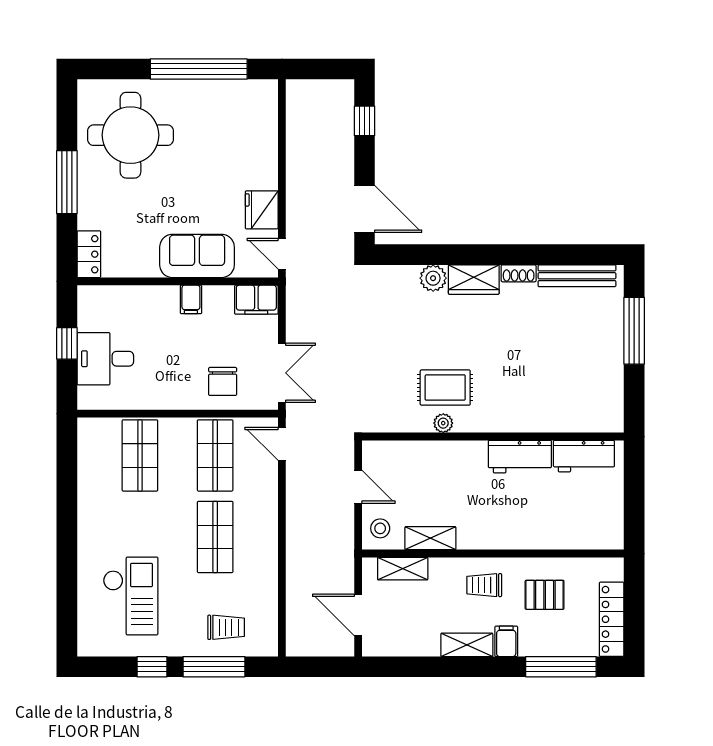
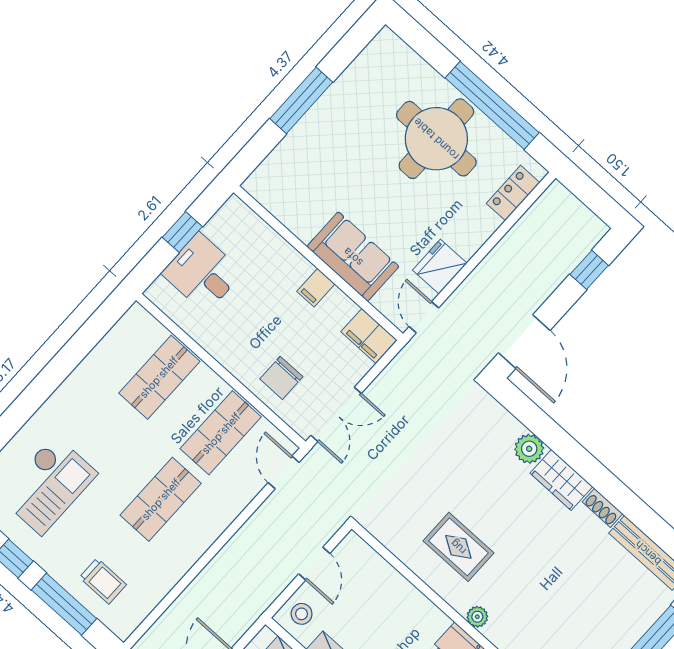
round table: (130, 135) -> (436, 139), moved
locker: (89, 254) -> (513, 193), moved, turned 180
plant: (443, 423) -> (477, 617), moved

